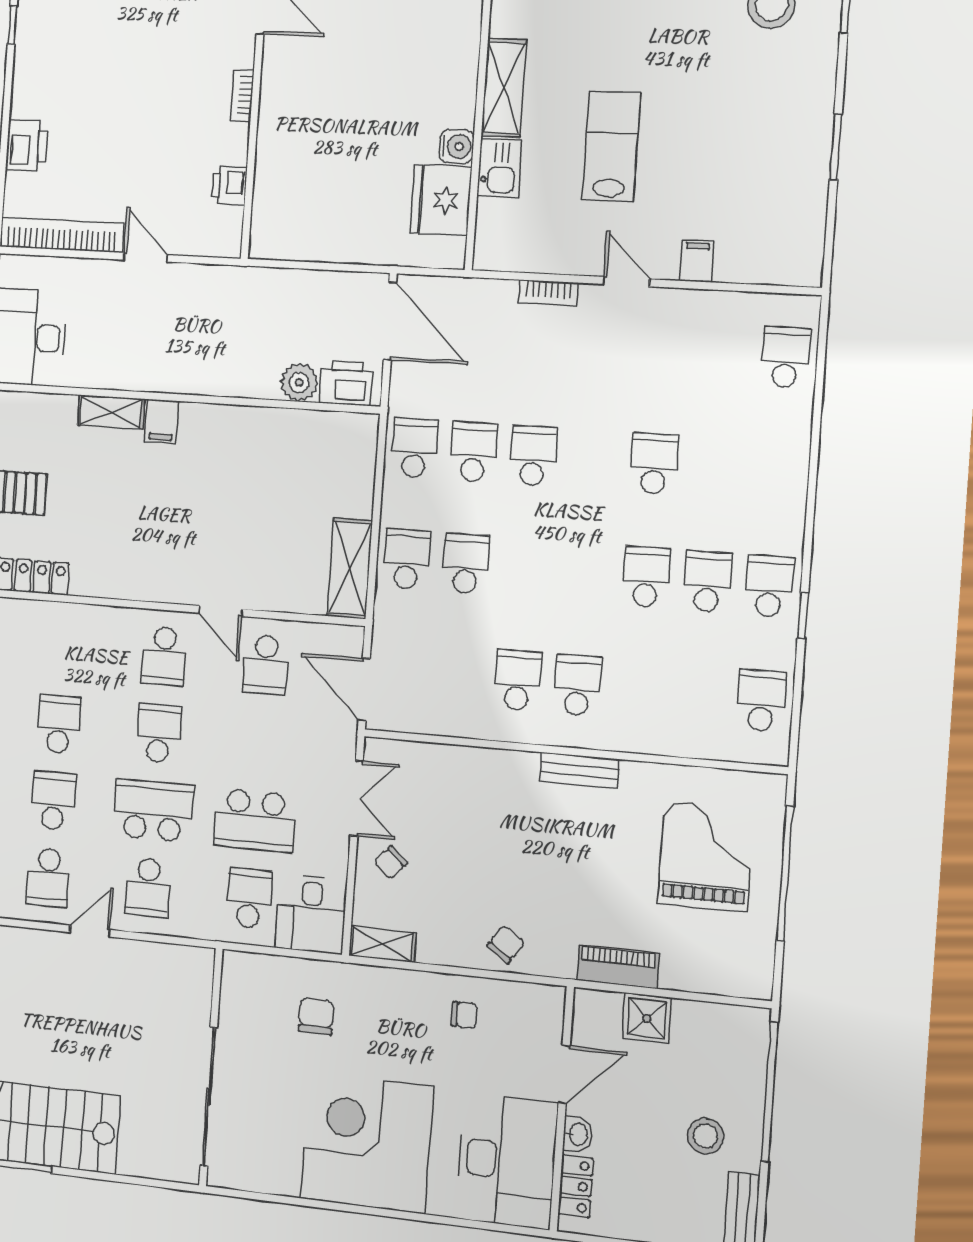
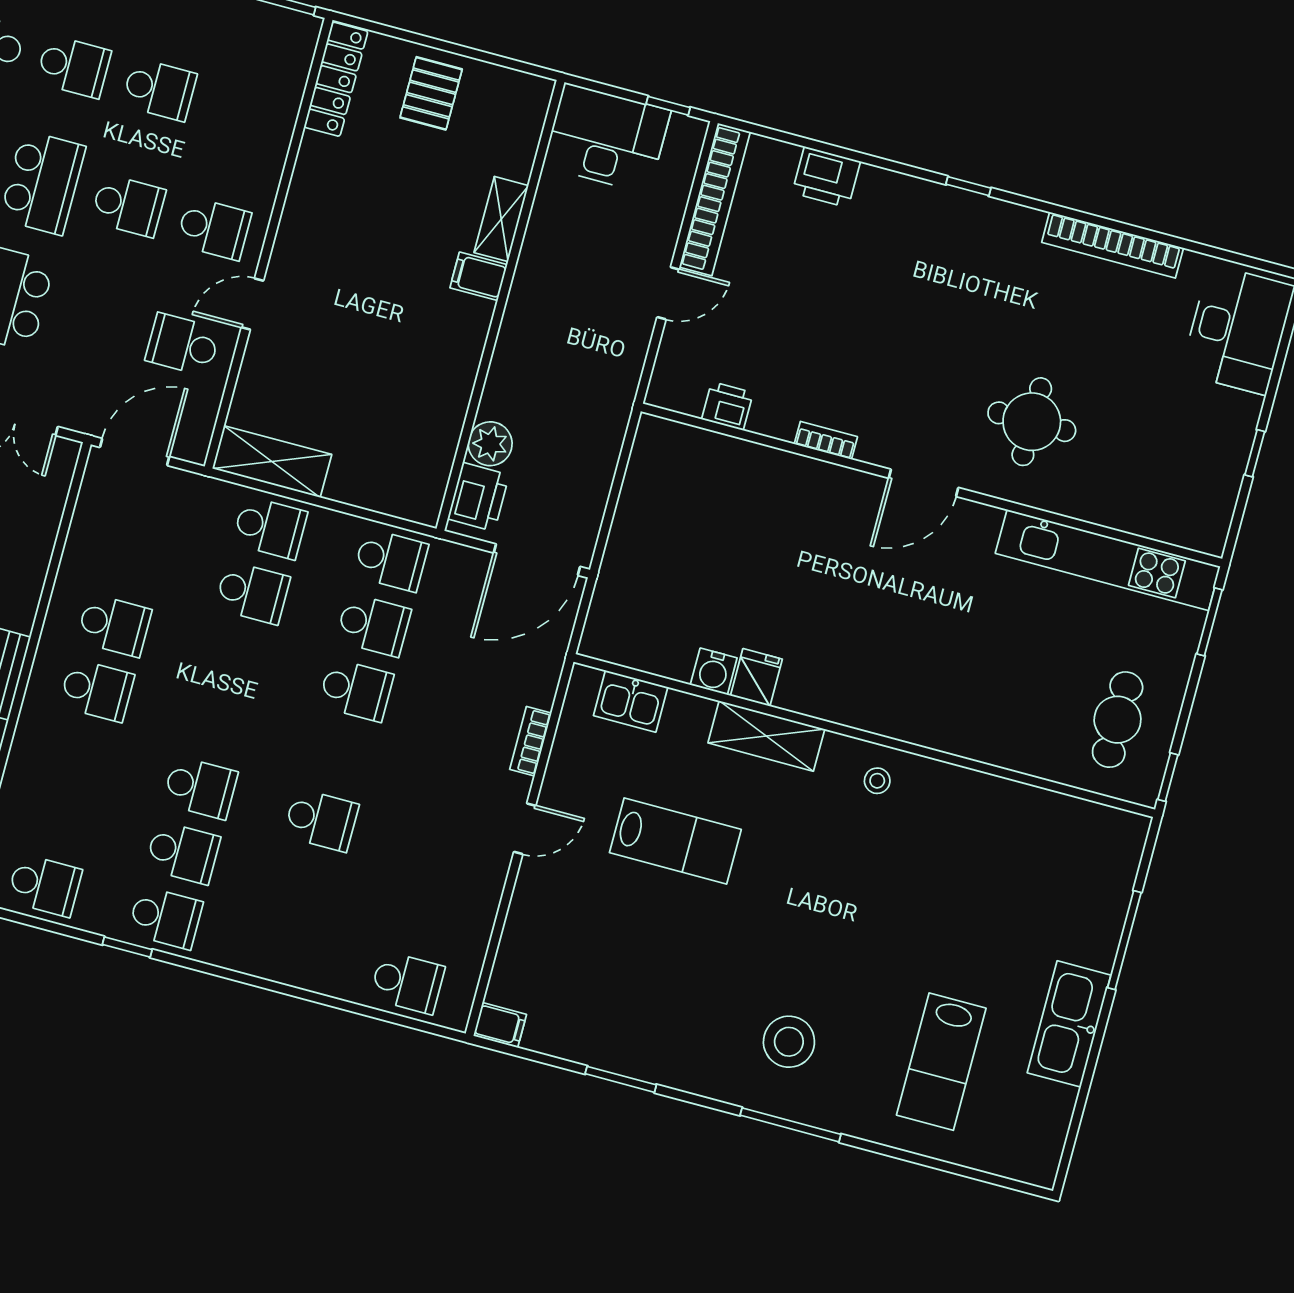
kitchen sink: (499, 168) -> (631, 701), moved
fridge: (441, 200) -> (756, 677), moved, width x0.53, depth x0.75
filing cabinet: (697, 261) -> (500, 1025), moved
school desk: (164, 656) -> (214, 229), turned 180

